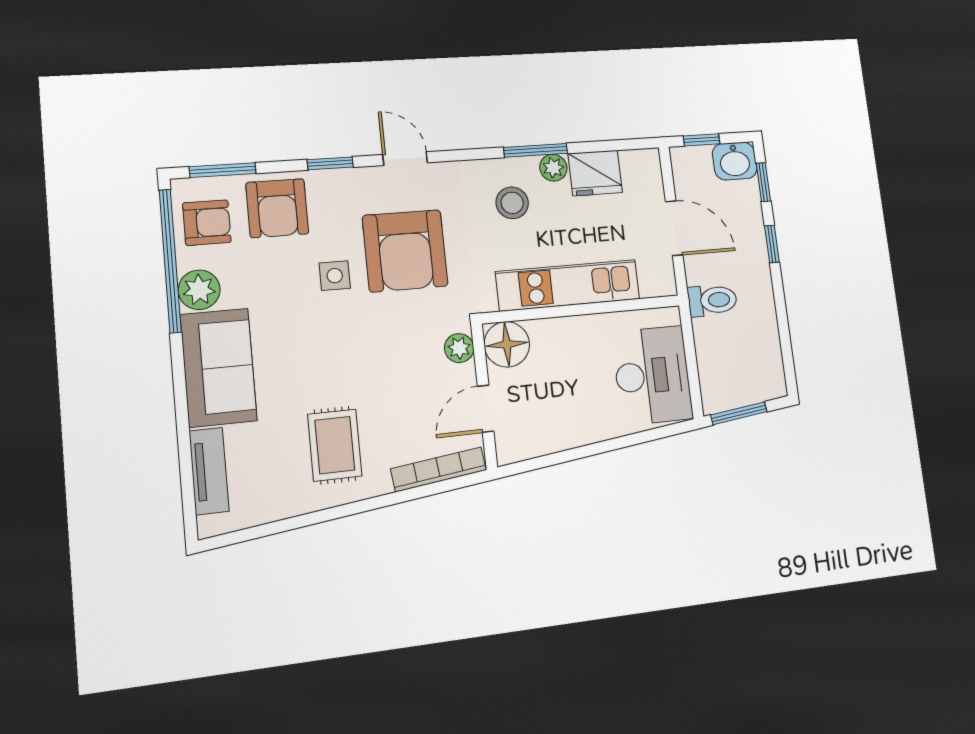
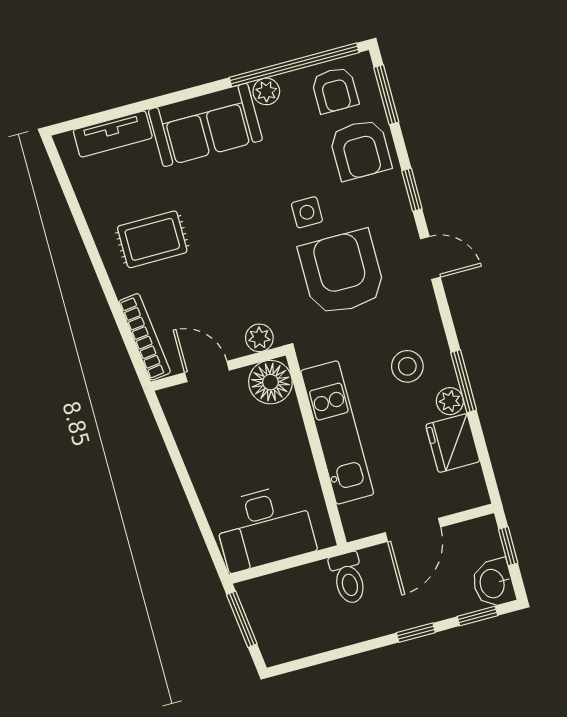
door: (405, 159) -> (430, 258), hinge flipped
armchair: (277, 208) -> (360, 150), turned -90
armchair: (405, 251) -> (342, 273), turned 90
plant: (199, 290) -> (266, 91), width x0.73, depth x0.73

